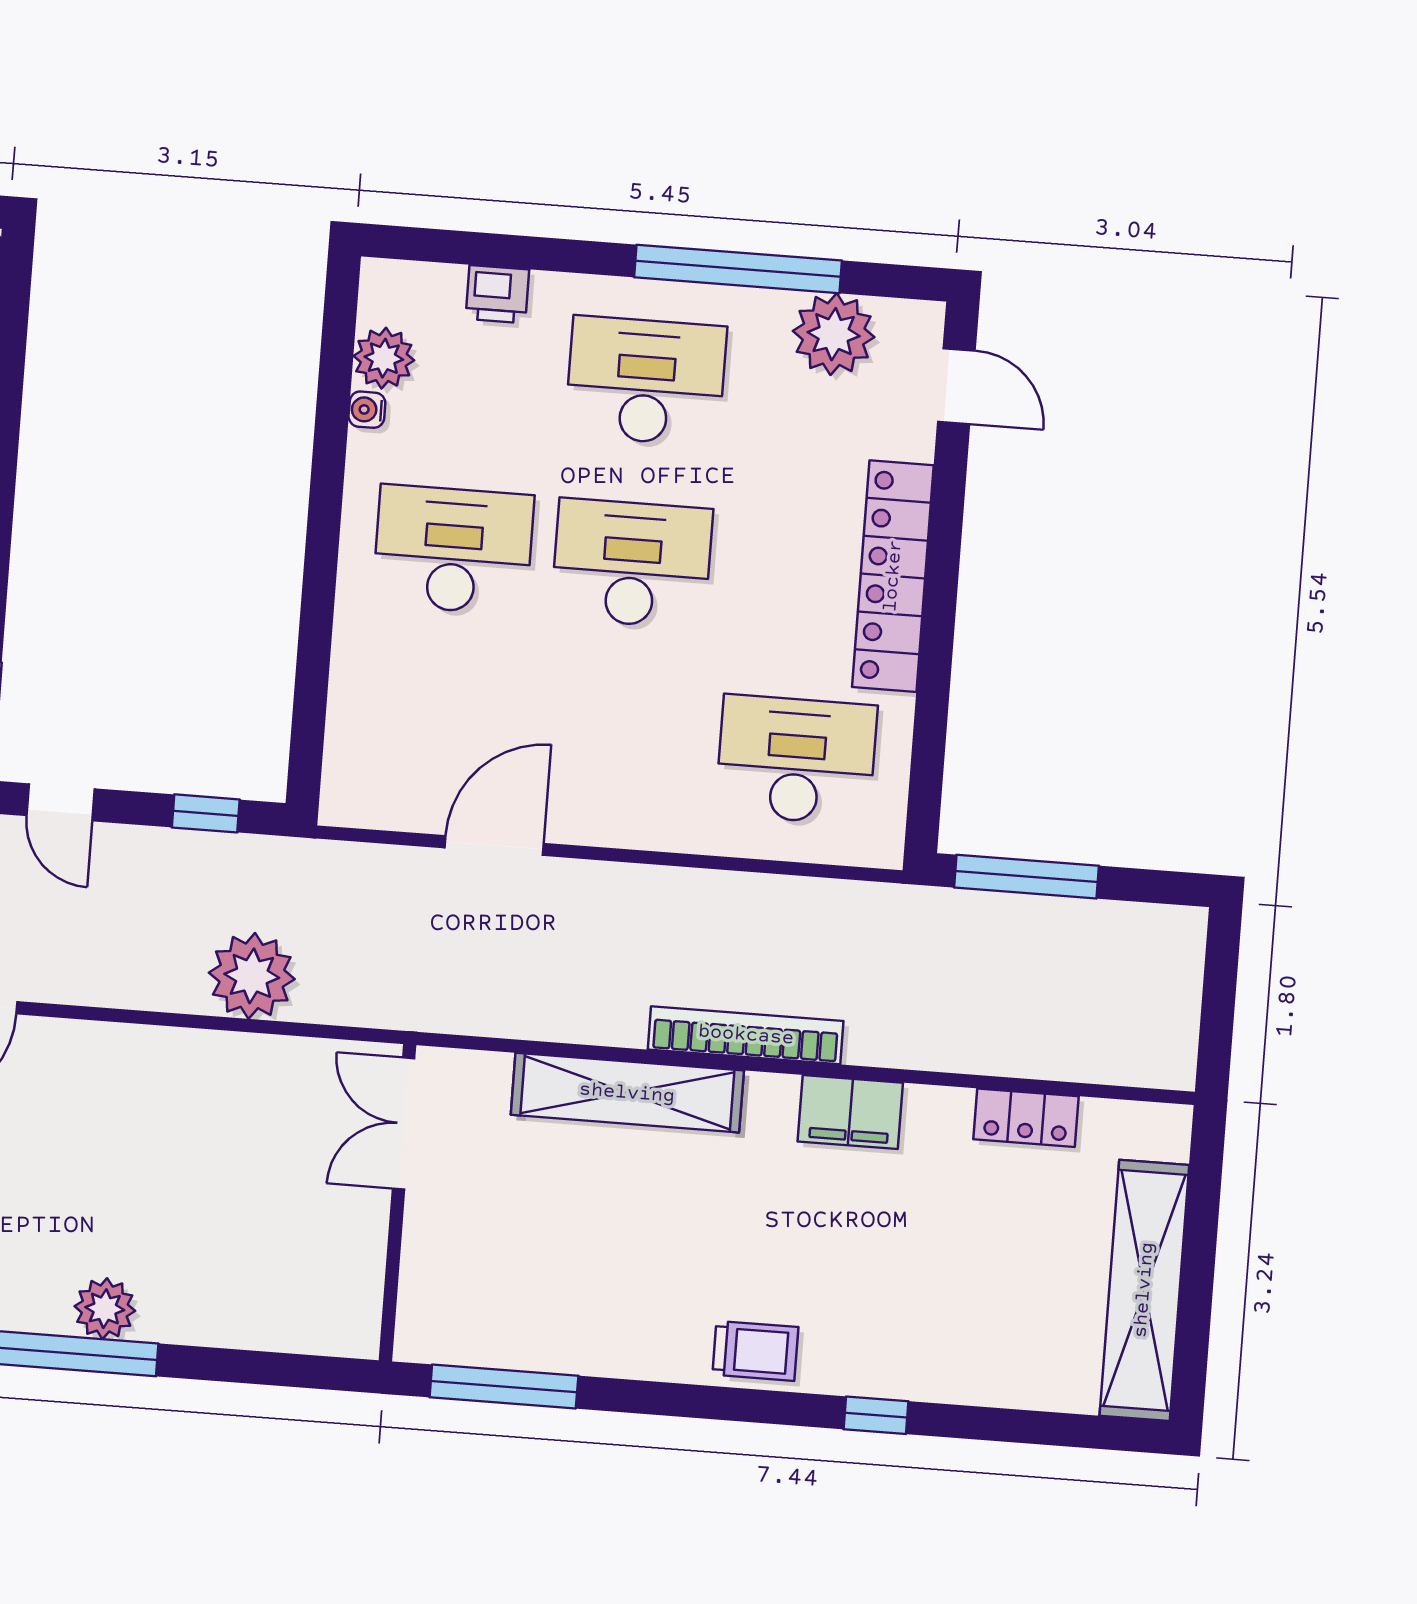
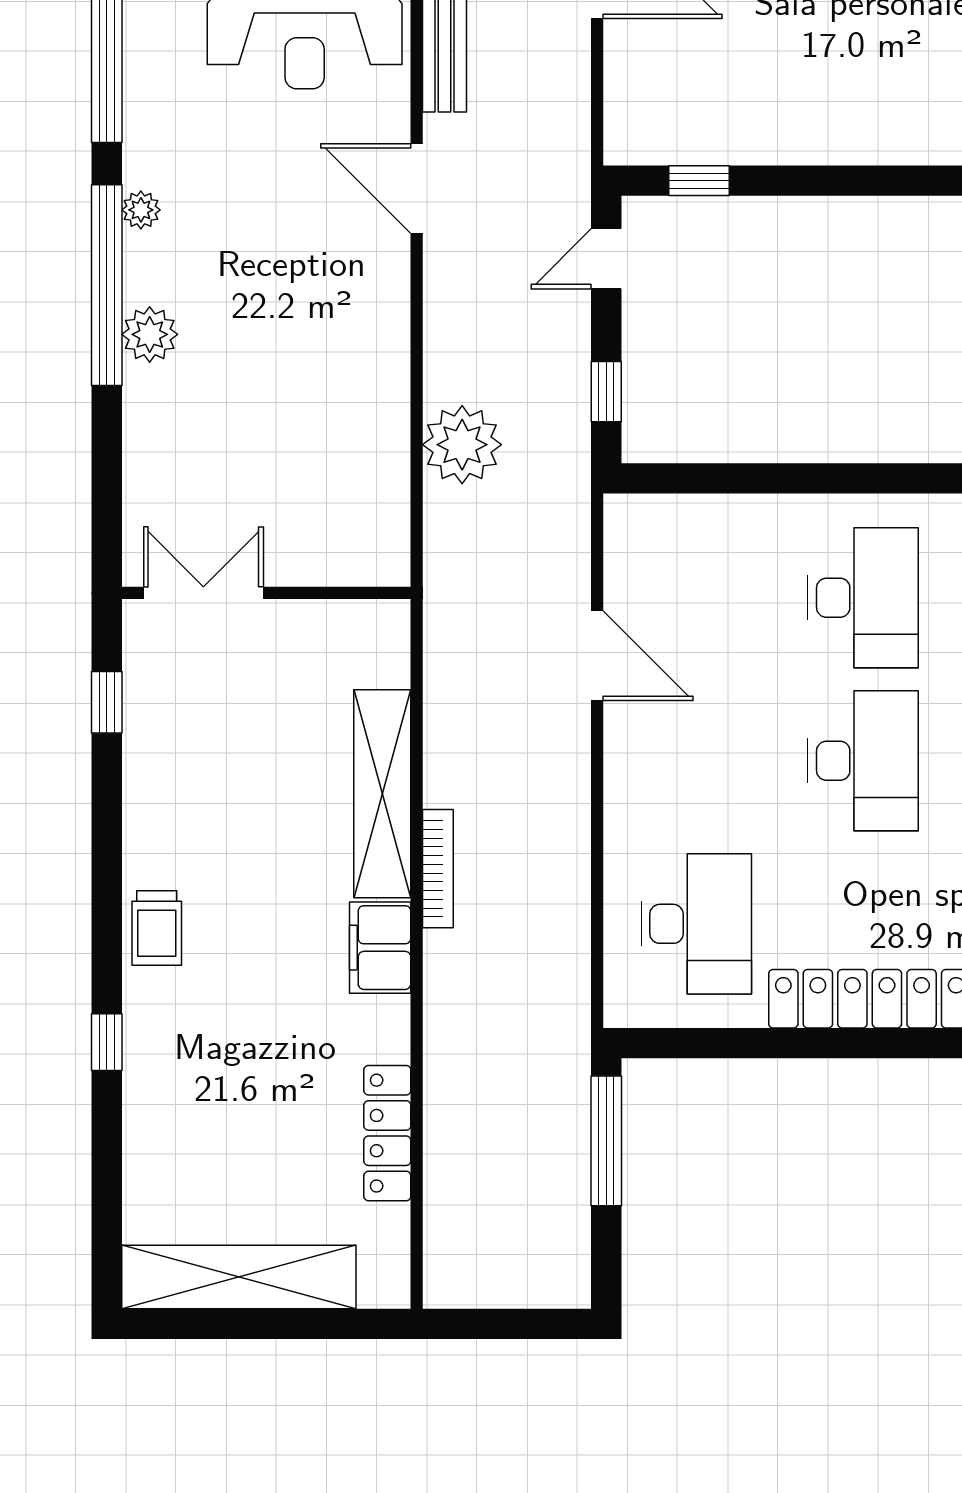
bookcase: (746, 1035) -> (438, 869), width x0.68, depth x0.76
filing cabinet: (850, 1112) -> (380, 948), moved
locker: (1026, 1118) -> (387, 1133), width x1.53
double door: (404, 1124) -> (203, 593), moved
window: (504, 1387) -> (107, 702), width x0.46

